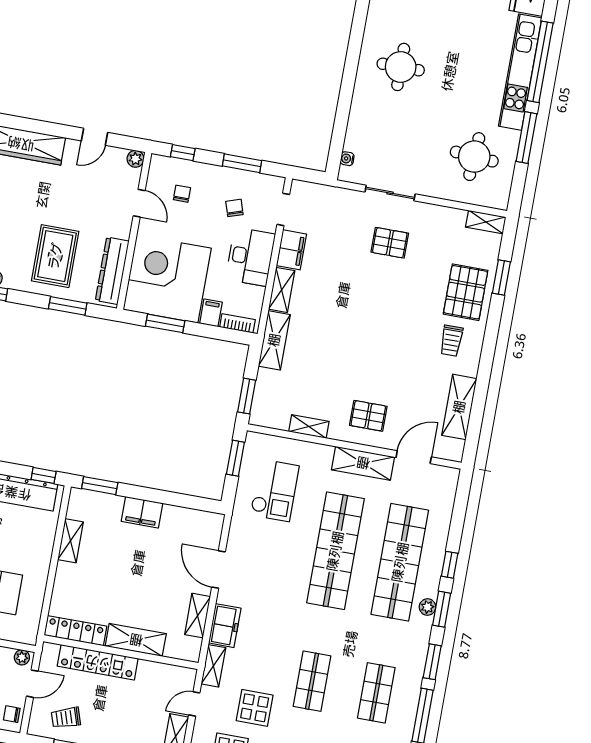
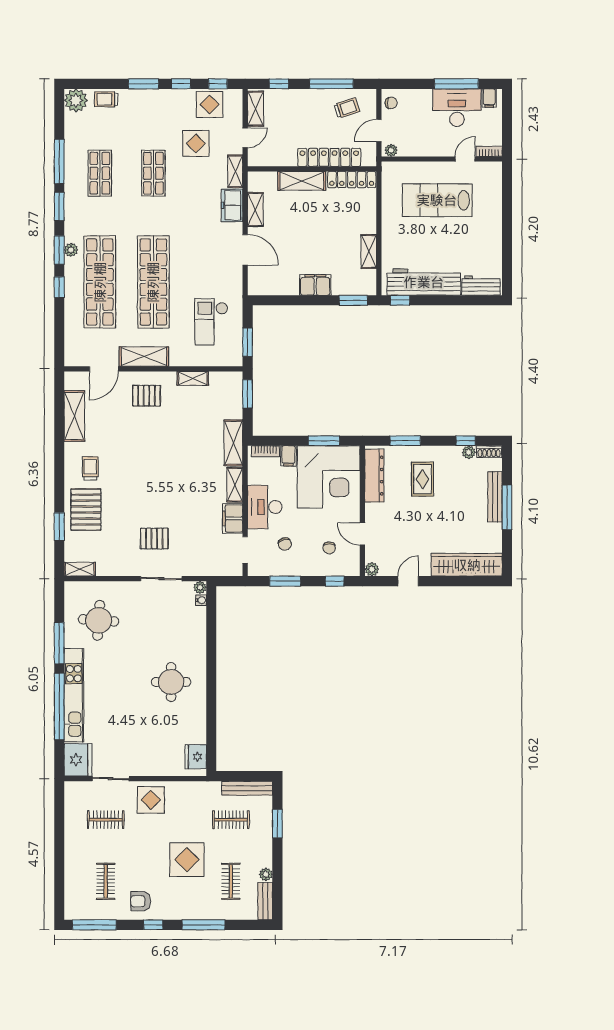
plant: (345, 174) -> (200, 587), added
rug: (55, 256) -> (423, 479), width x0.73, depth x0.70

